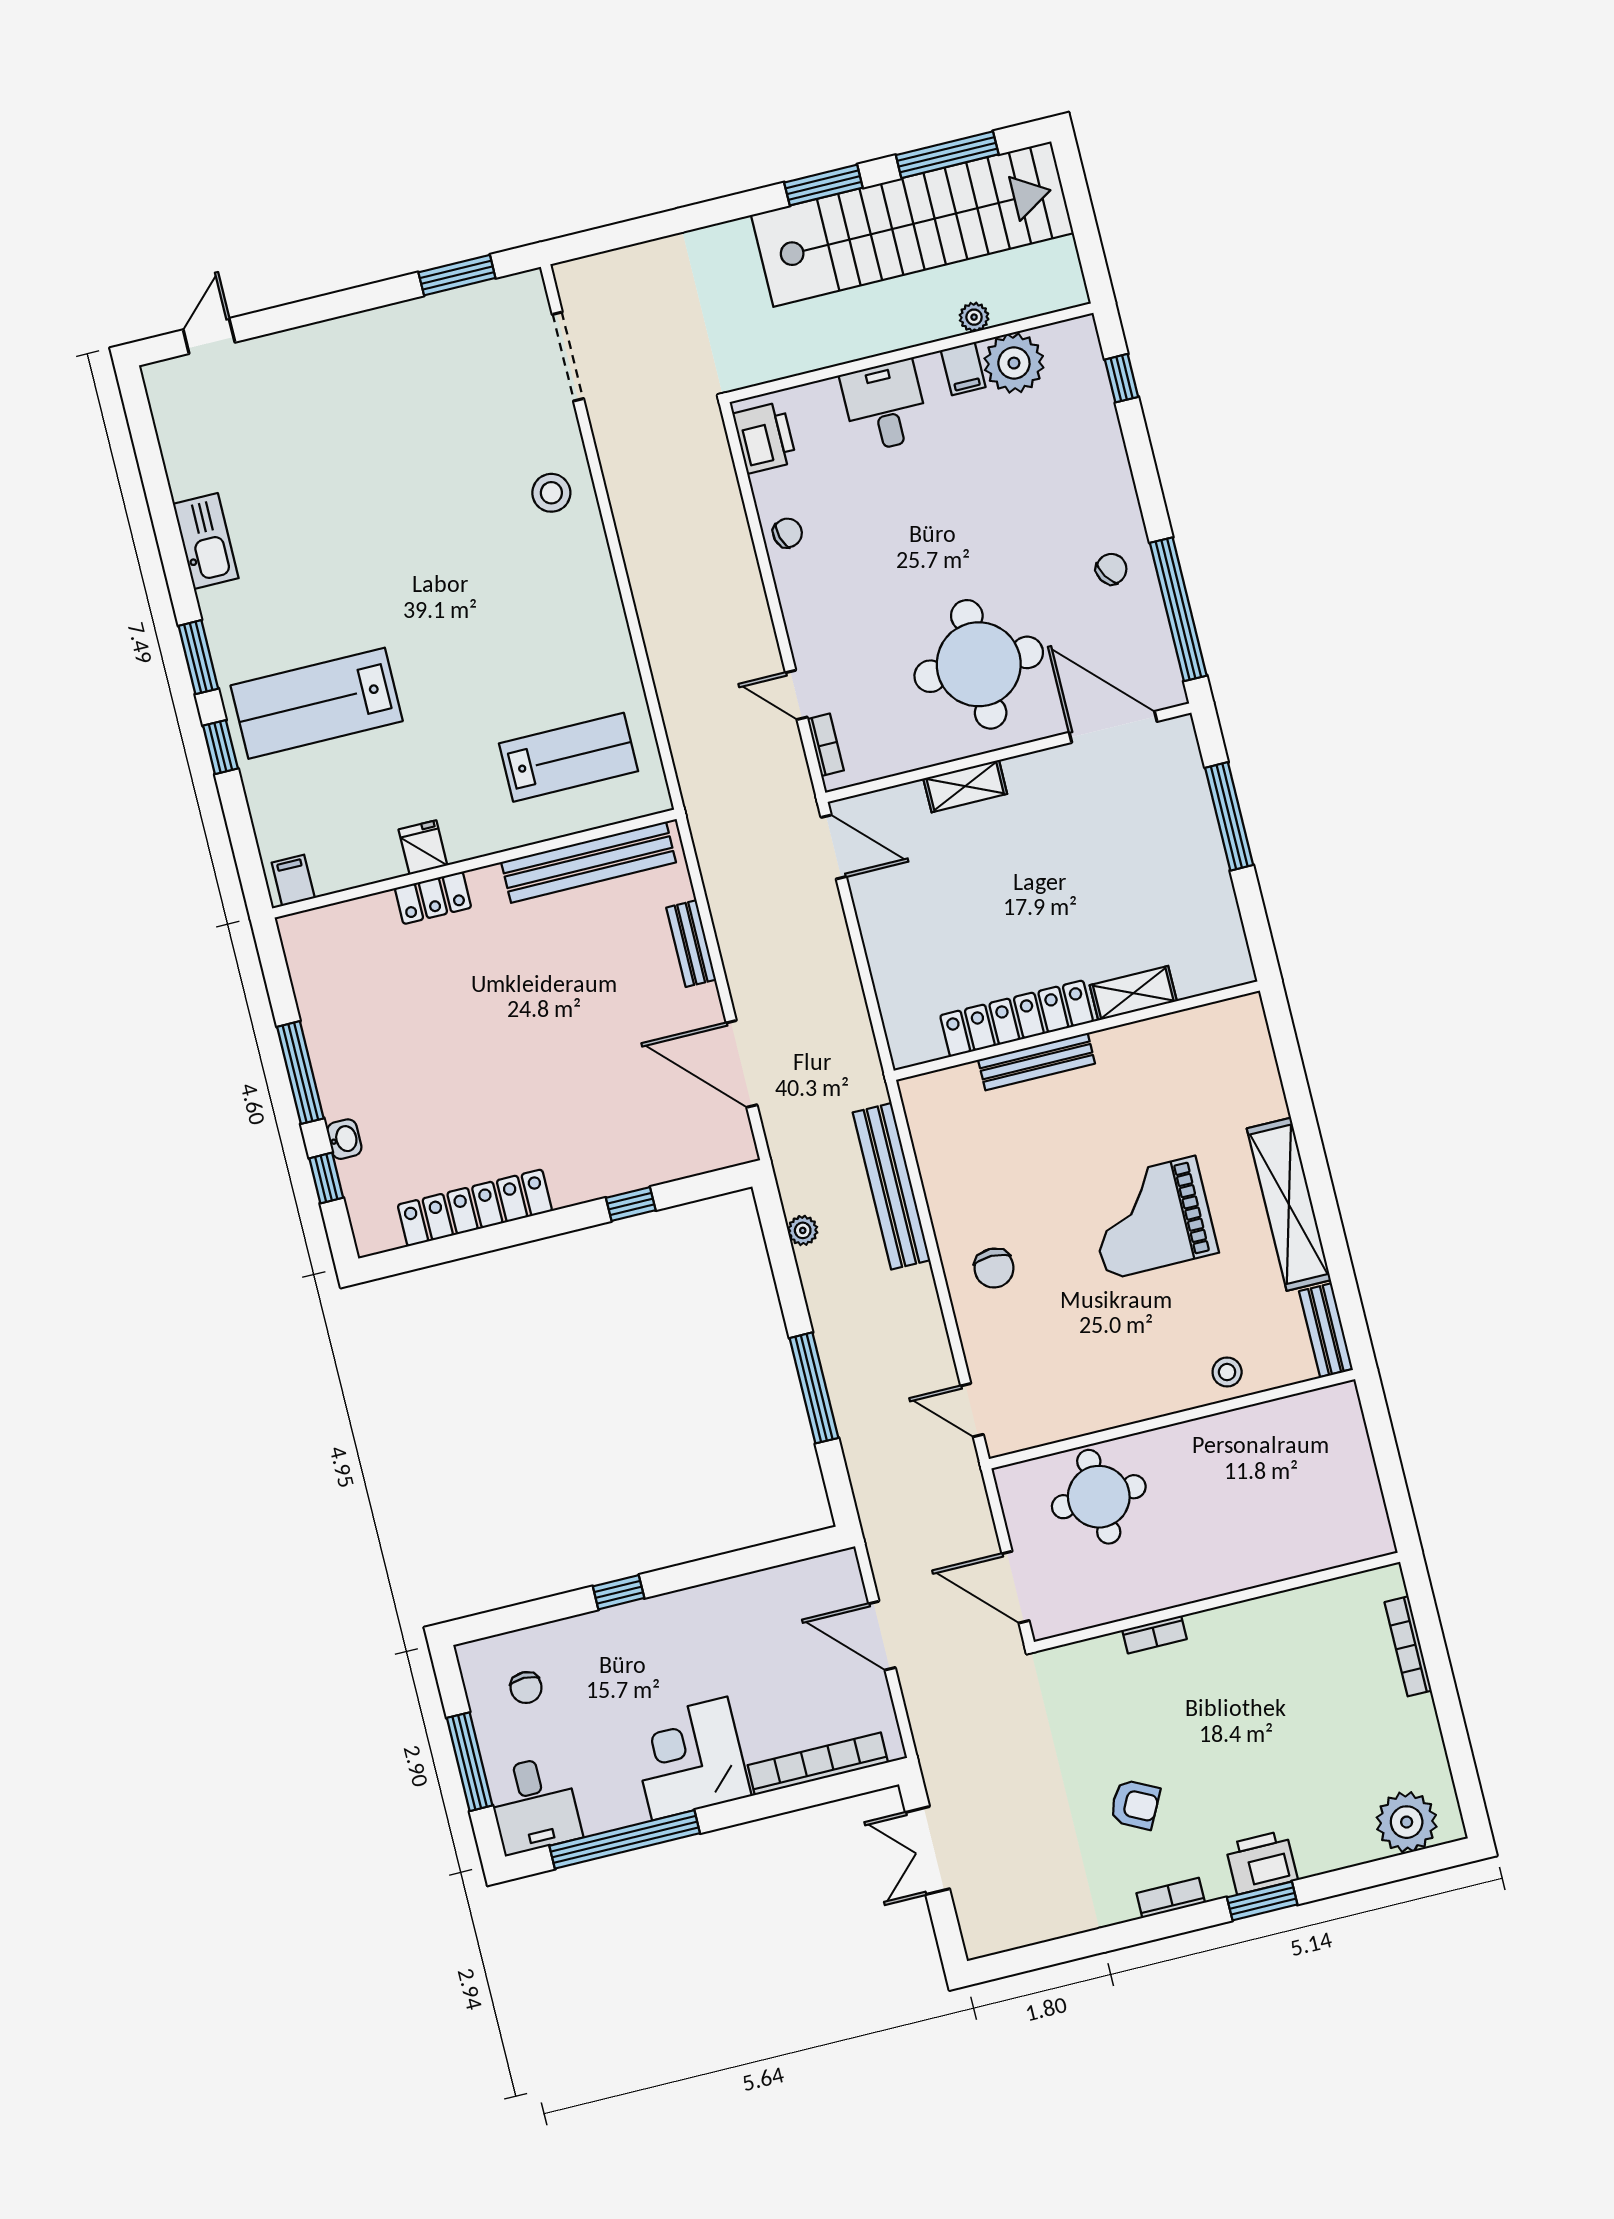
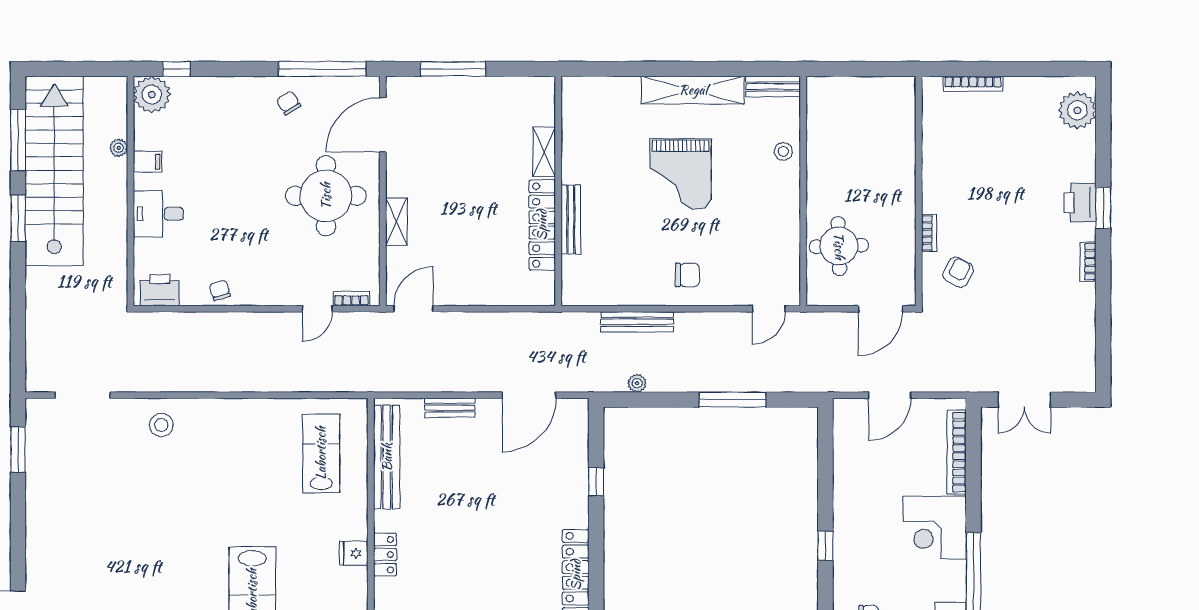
plant: (1014, 363) -> (152, 95), moved
bench: (891, 1186) -> (637, 322), width x0.73, depth x0.82
armchair: (1135, 1804) -> (958, 272), moved

